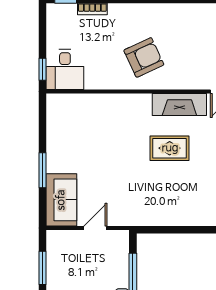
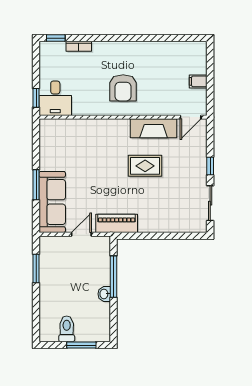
armchair: (144, 57) -> (123, 88), turned 115
sofa: (61, 200) -> (52, 202), width x1.36
piano: (136, 215) -> (117, 223), added

